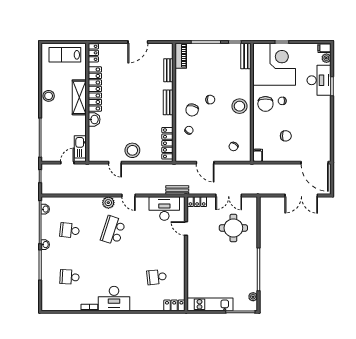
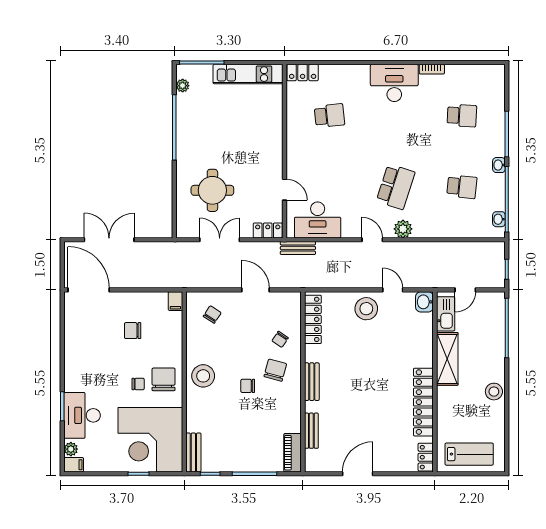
shelving: (79, 97) -> (447, 359), moved
washbasin: (94, 119) -> (424, 302), moved

